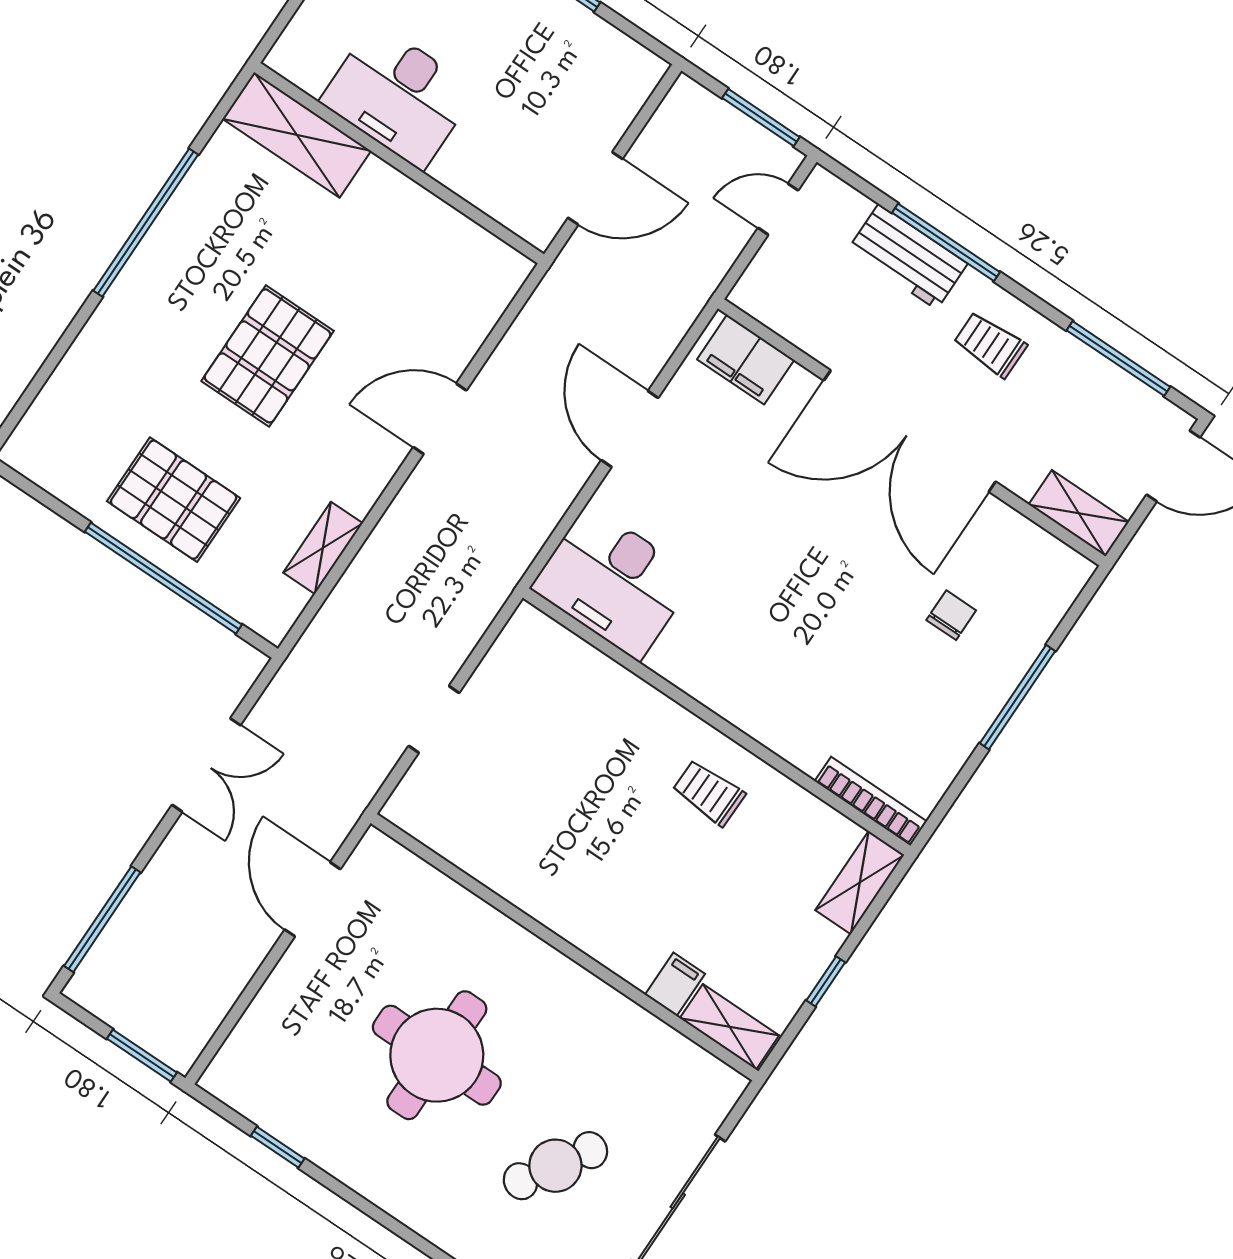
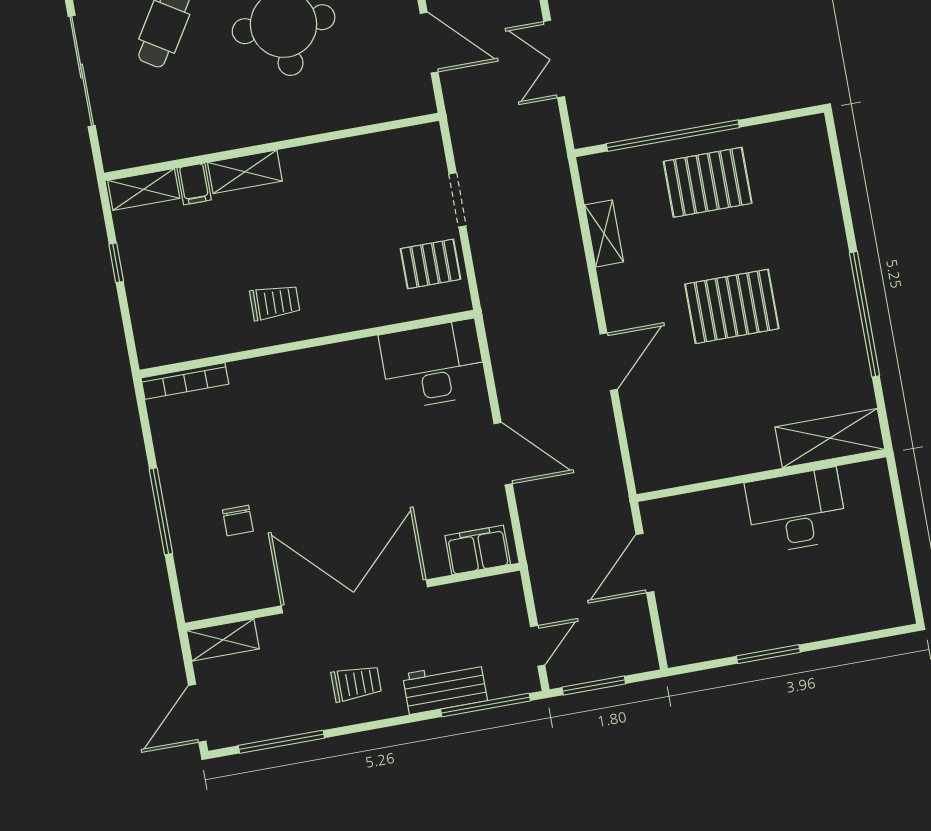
window: (946, 242) -> (485, 705), moved
pallet: (268, 356) -> (732, 306), turned 90
pallet: (521, 683) -> (430, 264), added
shelving: (860, 883) -> (245, 172), moved, turned 90

